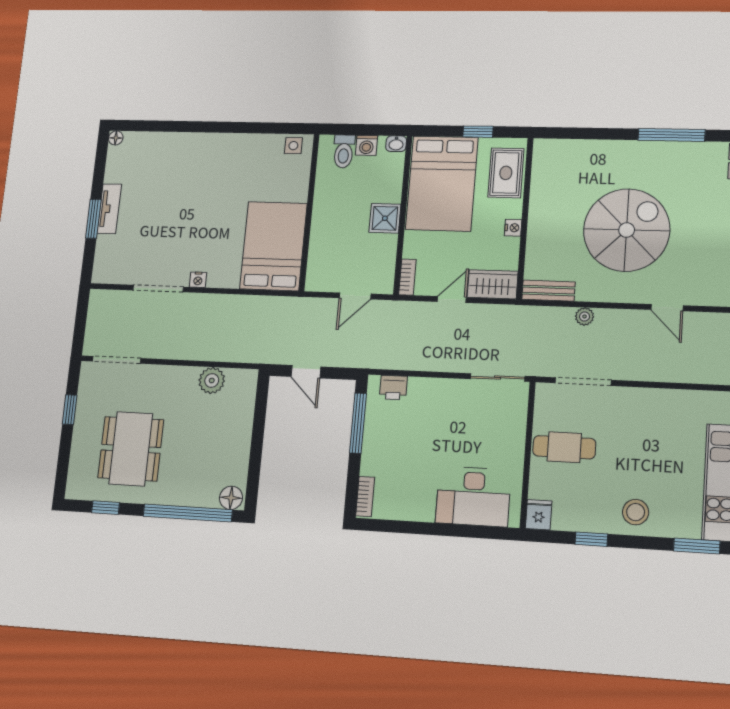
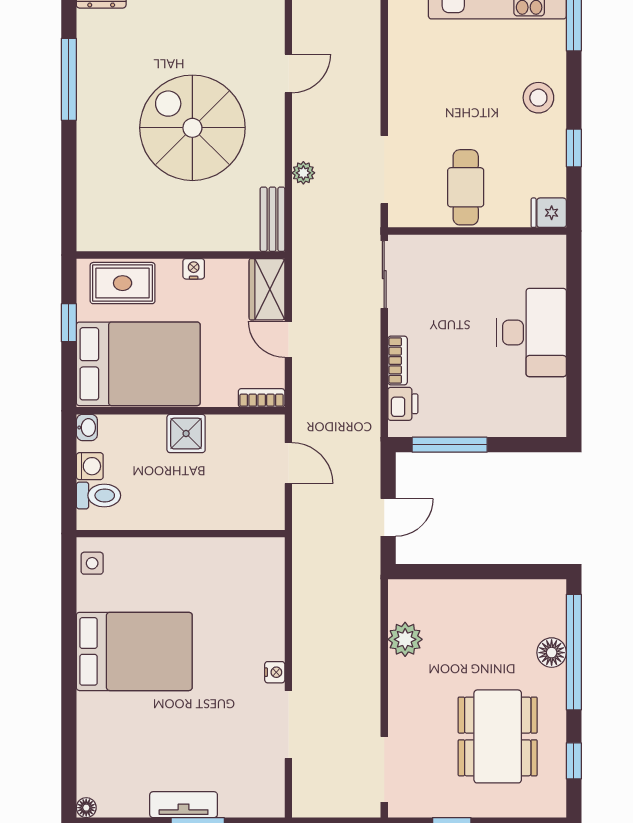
bed: (273, 246) -> (134, 651), moved, turned 180
dining table: (131, 449) -> (498, 736), turned 90
bookcase: (365, 496) -> (398, 360), moved, turned 90
desk: (473, 496) -> (532, 333), moved
floor lamp: (231, 498) -> (552, 653), moved

